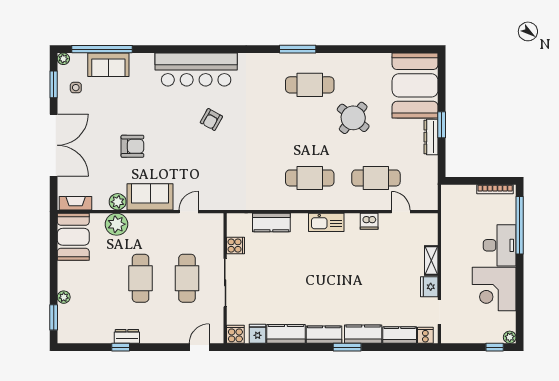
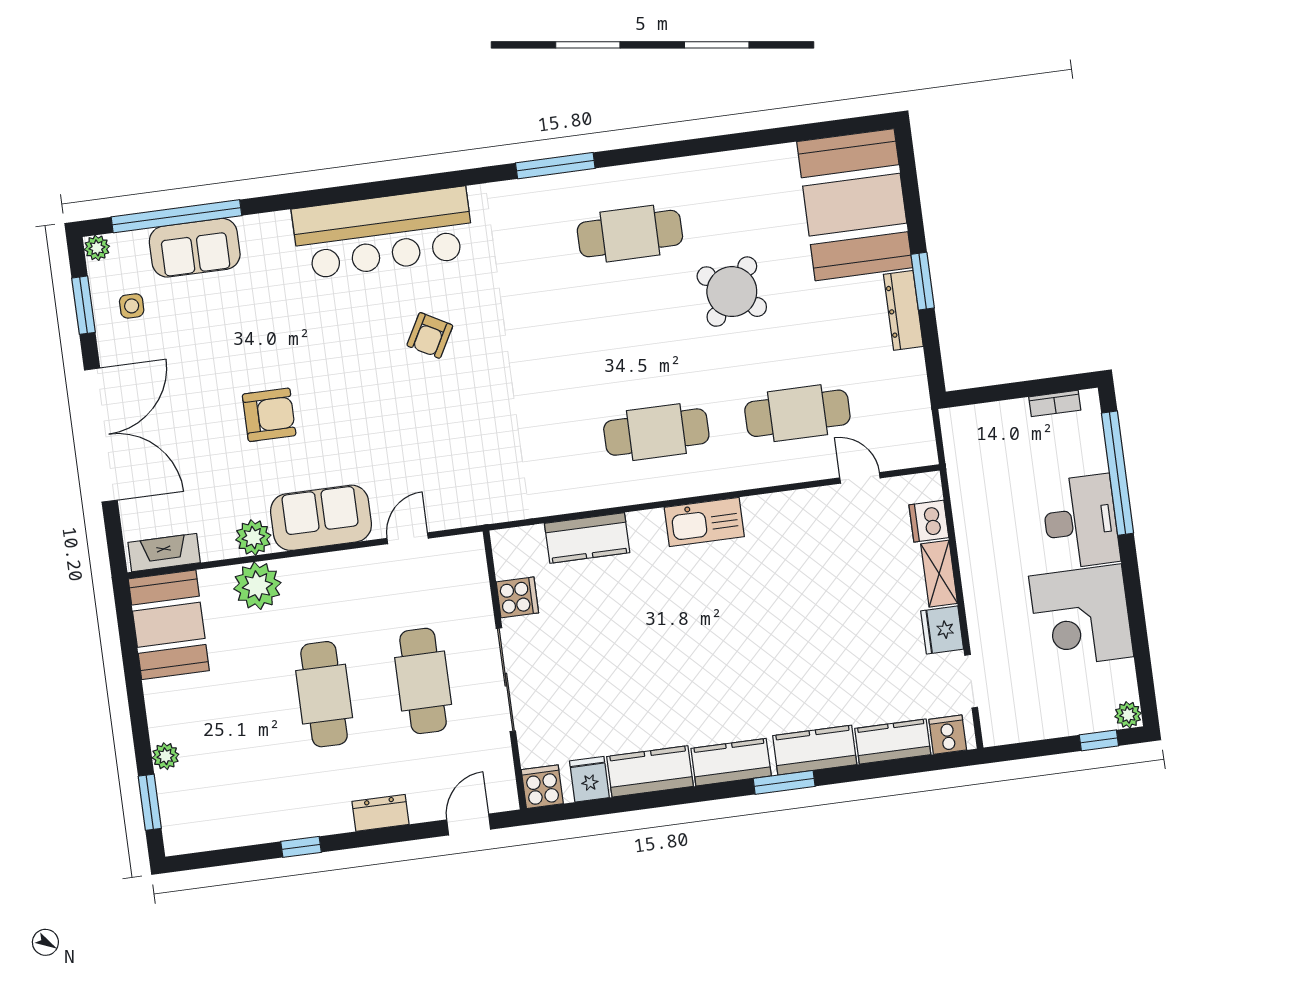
window: (298, 49) -> (555, 166), moved
bookcase: (495, 189) -> (1055, 403), width x0.64
dishwasher: (369, 221) -> (929, 521), moved, turned 90
dresser: (127, 336) -> (381, 813), moved

